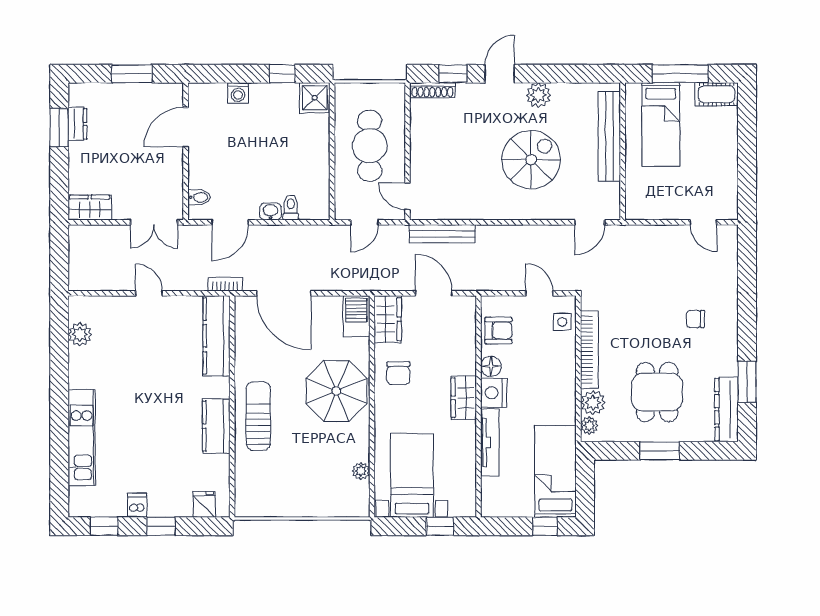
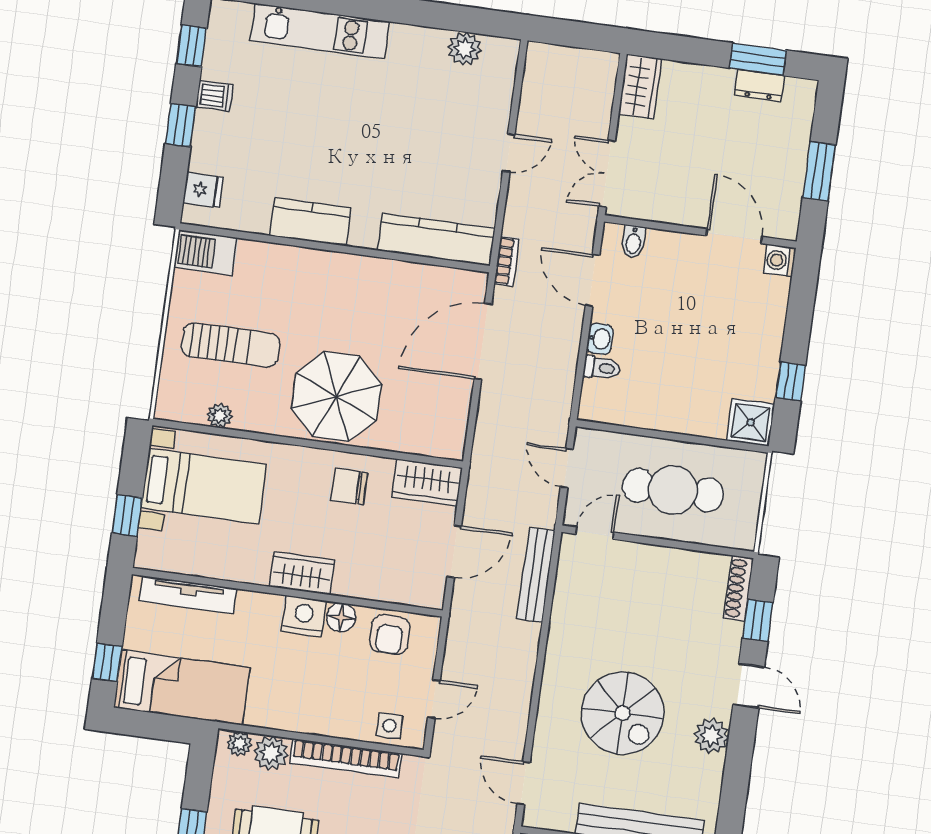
washing machine: (238, 93) -> (780, 260), moved
barbecue: (356, 316) -> (205, 253), moved, turned 180
sun lounger: (258, 416) -> (231, 345), moved
tv unit: (490, 443) -> (188, 595), moved

